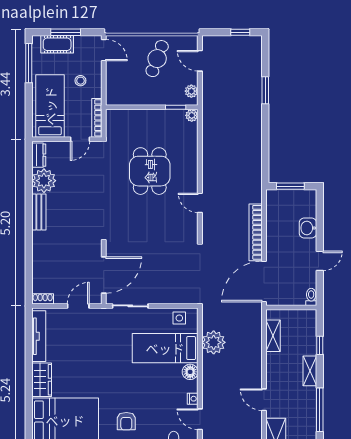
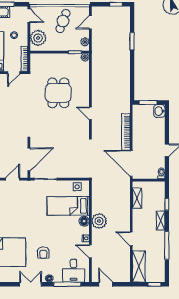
door: (200, 61) -> (90, 22), hinge flipped
plant: (118, 85) -> (38, 38), added
washbasin: (308, 228) -> (159, 111), moved
door: (264, 281) -> (131, 163), hinge flipped
plant: (214, 342) -> (99, 221), moved

